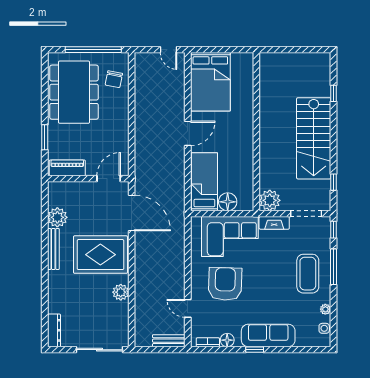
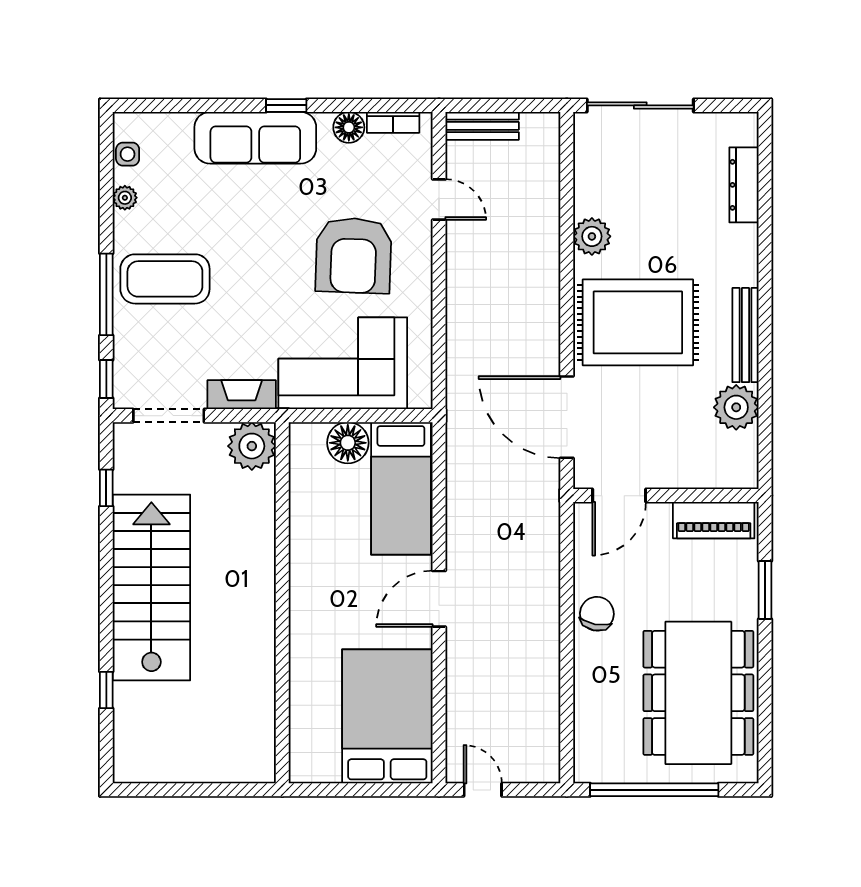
chair: (114, 79) -> (597, 614), moved
coffee table: (308, 274) -> (165, 279), turned 90
dresser: (54, 330) -> (744, 185), moved

